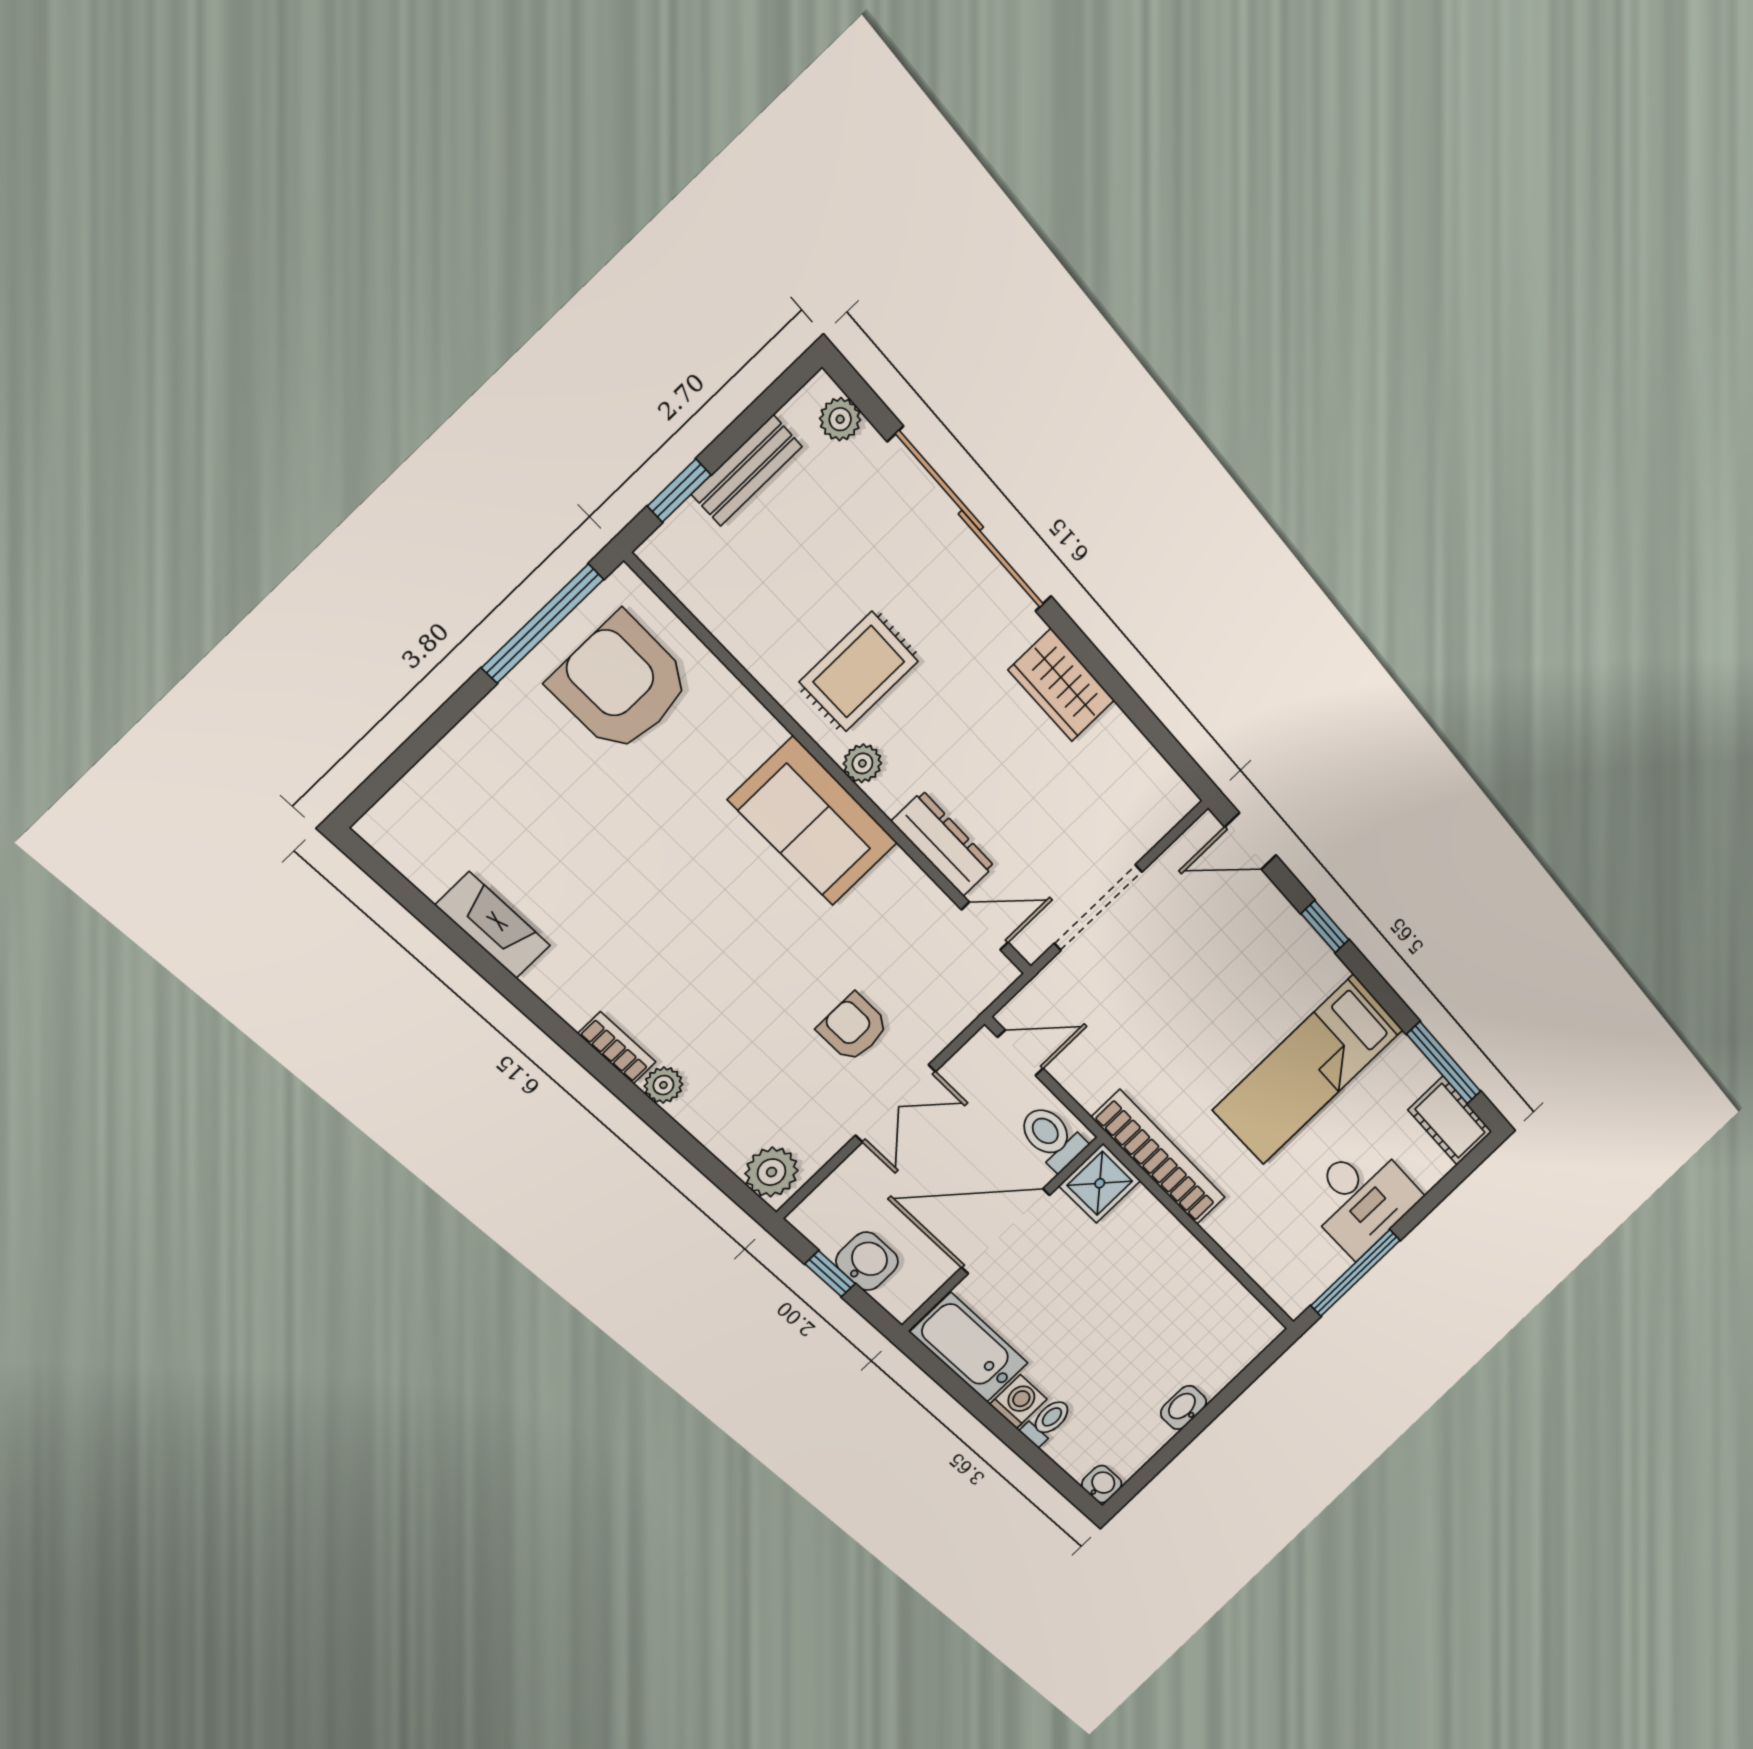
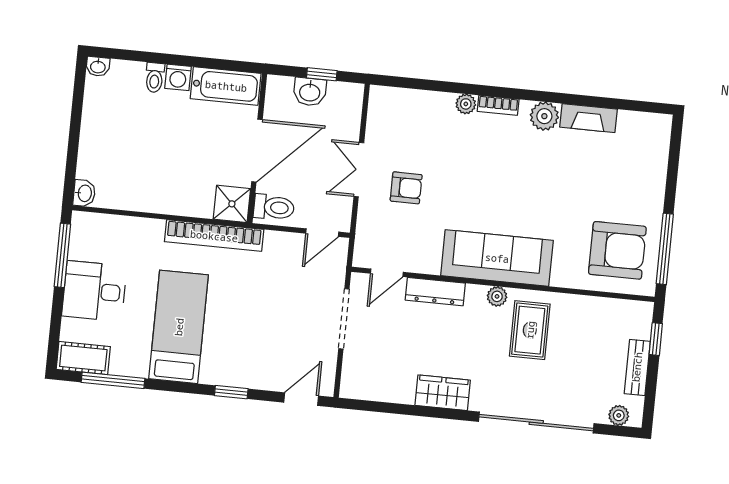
sofa: (813, 821) -> (497, 258), width x1.36
plant: (772, 1172) -> (544, 116), moved
washbasin: (1183, 1408) -> (84, 193), moved

